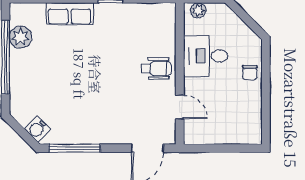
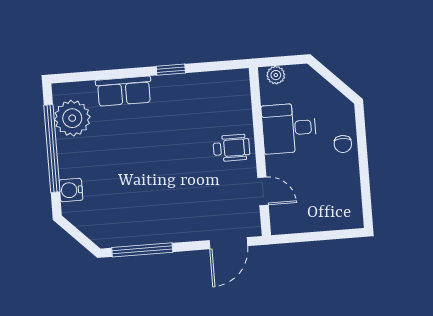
plant: (21, 37) -> (72, 118), width x1.36, depth x1.36
water cooler: (37, 129) -> (71, 190), moved, turned 45

